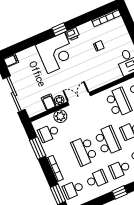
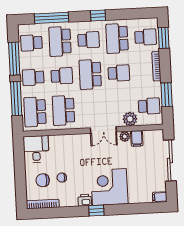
chair: (114, 38) -> (43, 180), added
school desk: (84, 151) -> (119, 73), width x0.54
school desk: (97, 179) -> (117, 38), width x1.85

